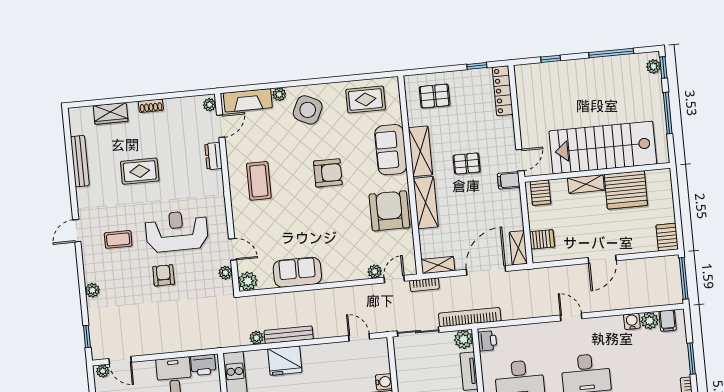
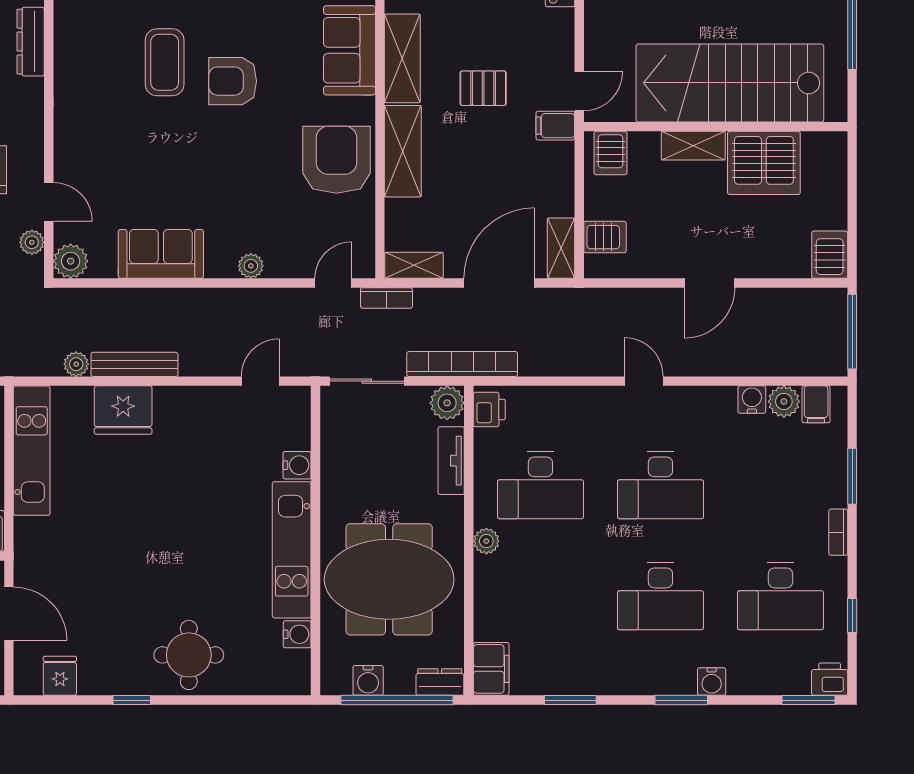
dresser: (214, 156) -> (31, 42), width x1.44
armchair: (328, 173) -> (233, 81), turned 180
coffee table: (259, 181) -> (165, 62), moved
plant: (375, 272) -> (251, 266), moved
door: (359, 337) -> (260, 381), hinge flipped

